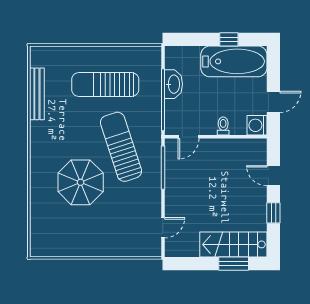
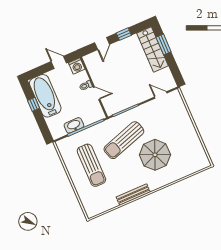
bench: (37, 94) -> (133, 195), moved
door: (189, 137) -> (97, 93), moved

